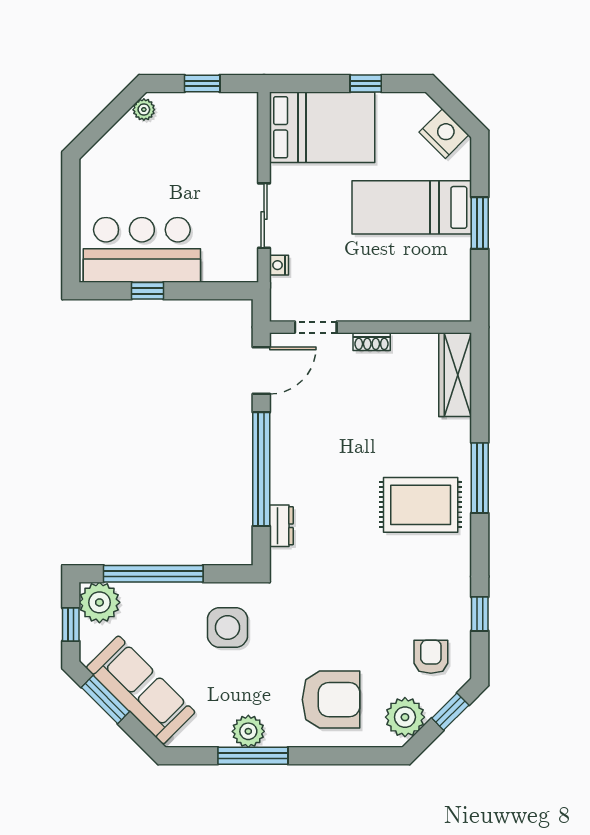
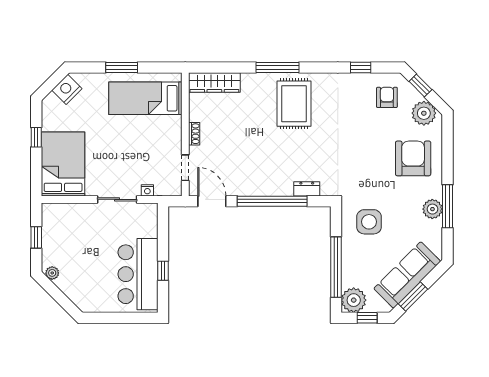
bed: (412, 207) -> (145, 98), moved, turned 90
armchair: (431, 657) -> (387, 97), turned 90

